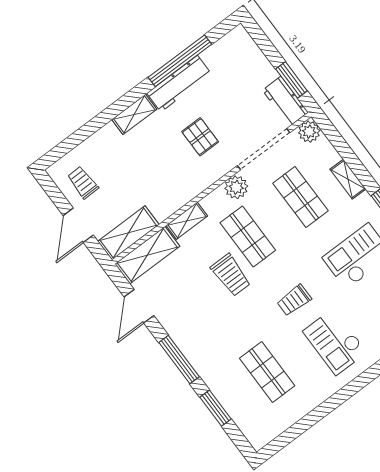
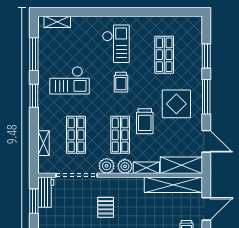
plant: (309, 132) -> (125, 166), moved
shelving: (348, 179) -> (44, 143), moved
shelving: (128, 233) -> (173, 185), width x1.47
trolley: (231, 275) -> (145, 121), turned 180
trolley: (294, 300) -> (121, 82), turned 90
door: (139, 306) -> (206, 141), hinge flipped
display table: (208, 324) -> (176, 104), added

